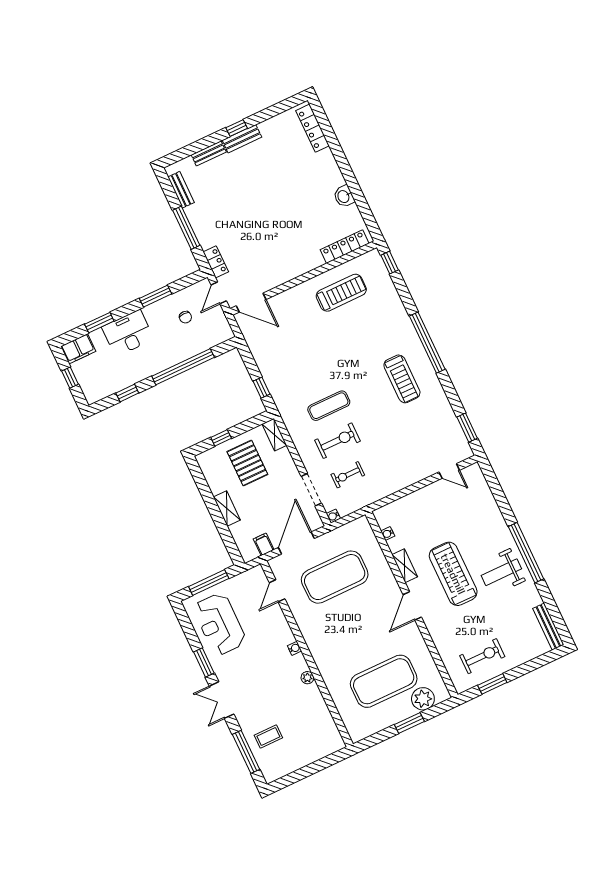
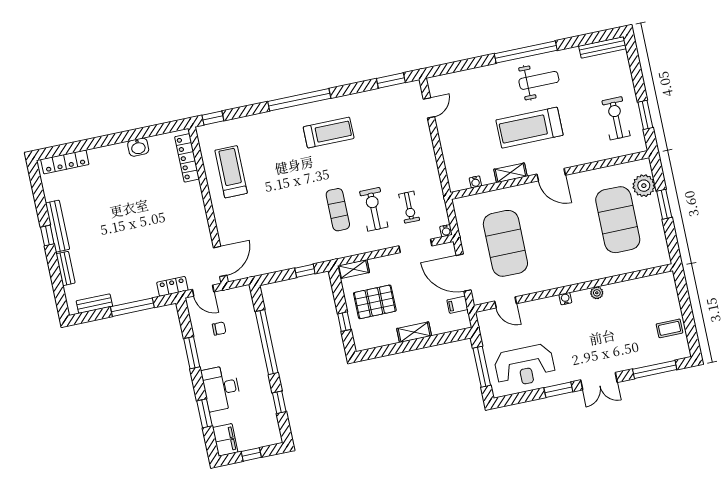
bench: (242, 139) -> (57, 226), width x1.36
weight bench: (501, 572) -> (539, 80), turned -90
coffee table: (268, 736) -> (670, 328), moved, turned 90

